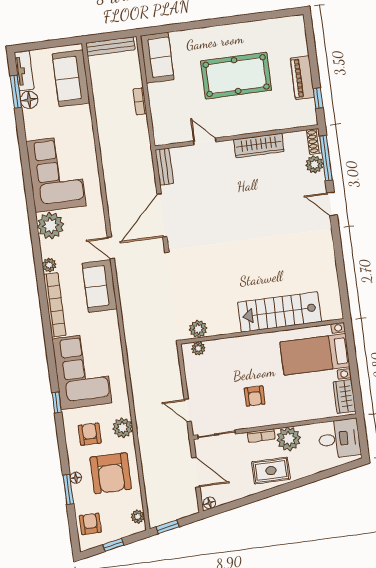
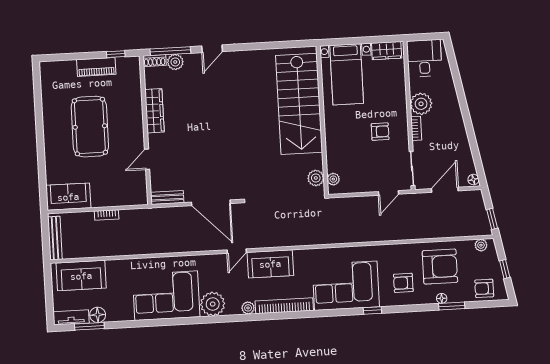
stairs: (279, 312) -> (299, 104), width x1.36, depth x1.51
plant: (123, 428) -> (400, 253), removed
rug: (271, 471) -> (448, 122), removed

